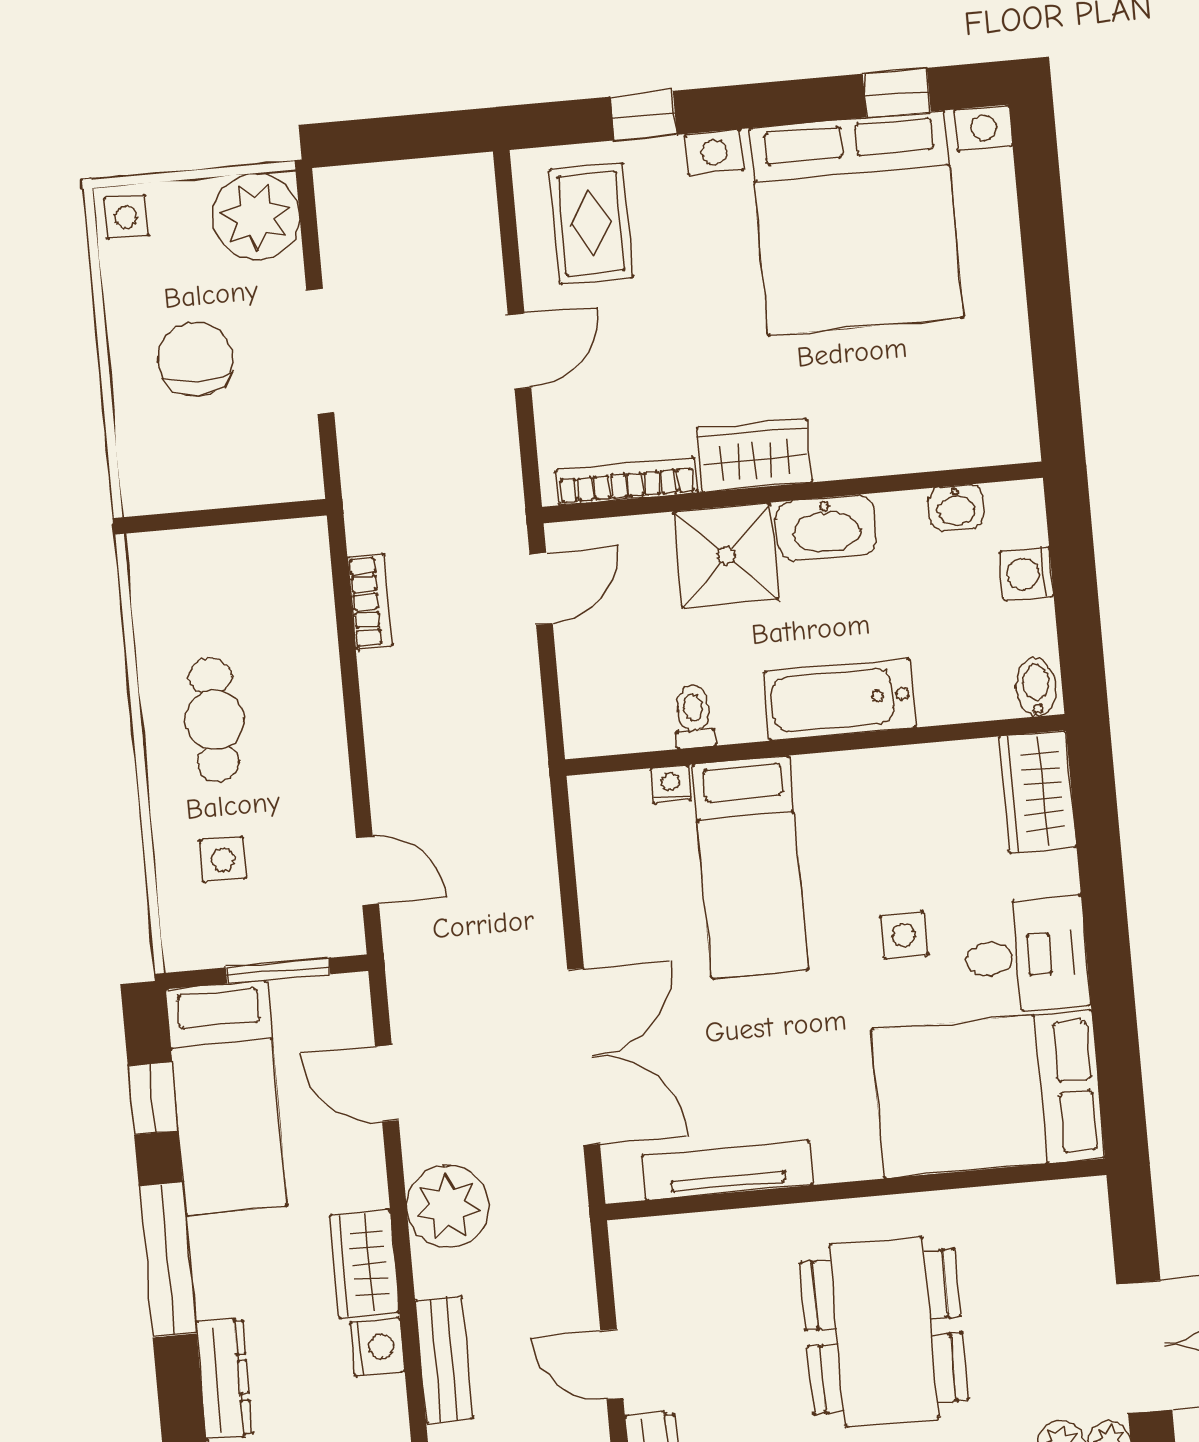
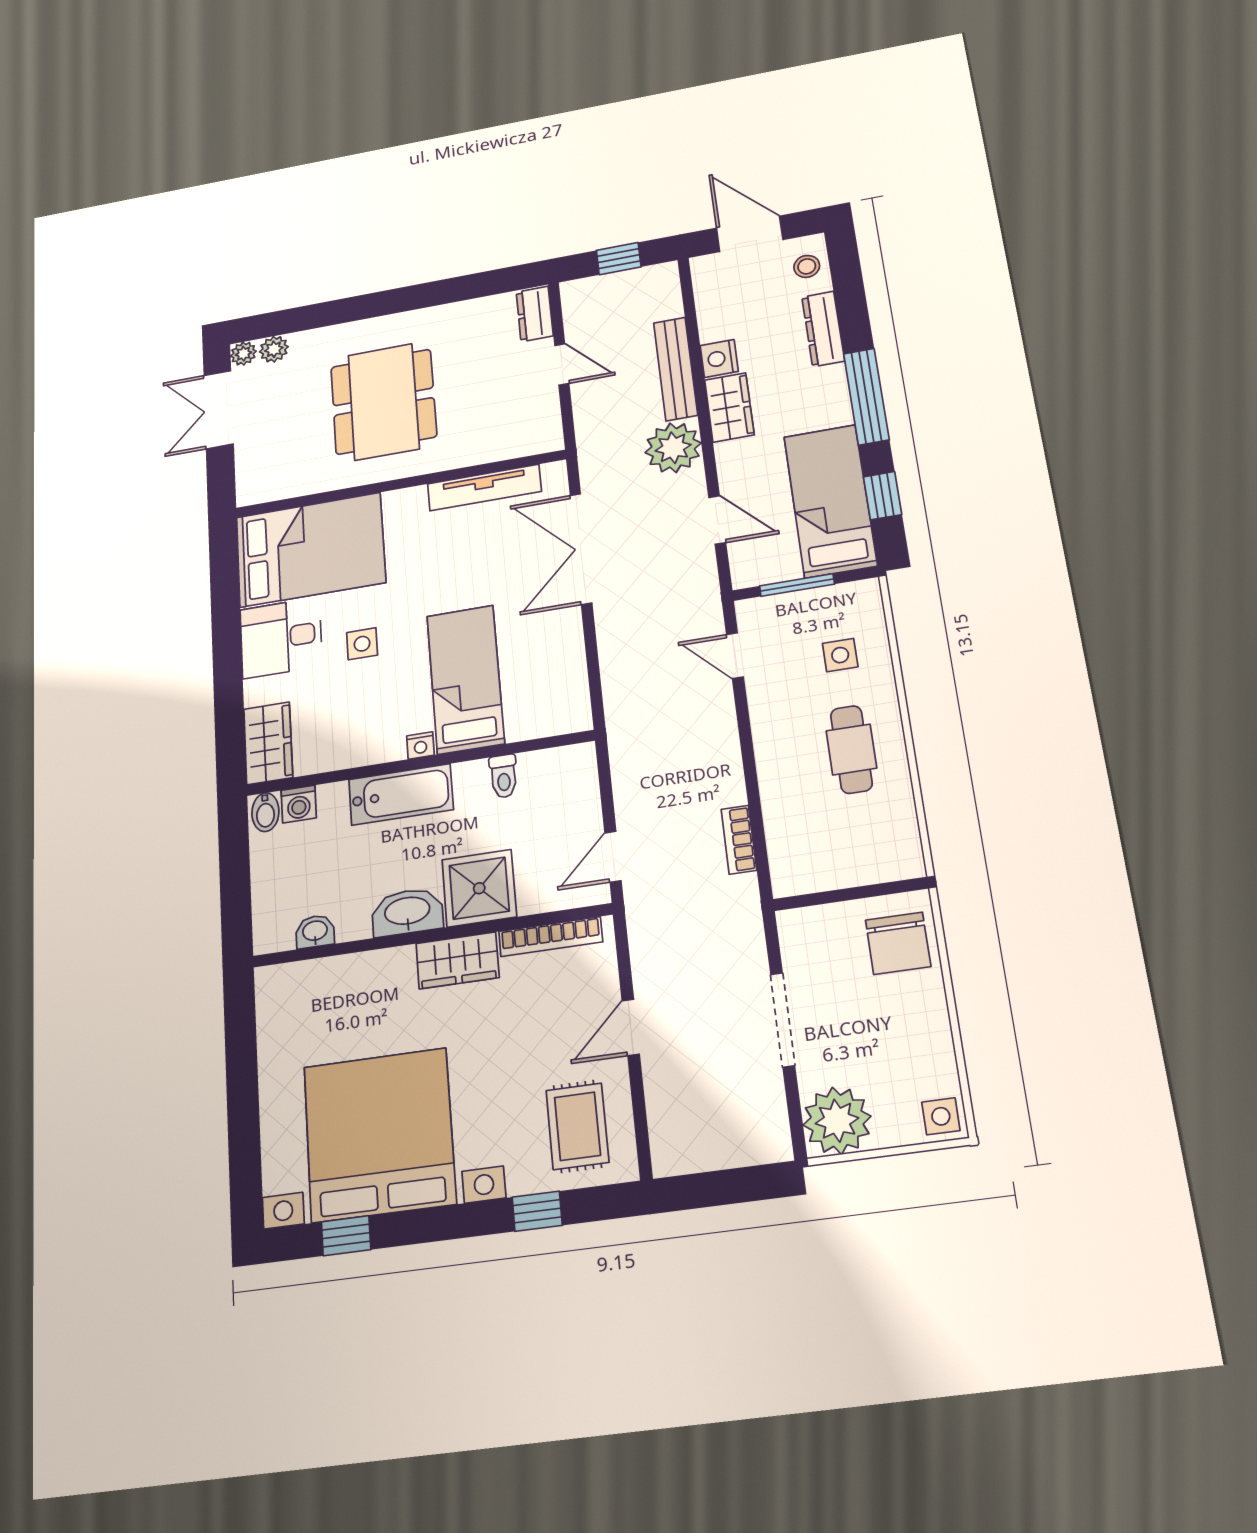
chair: (195, 359) -> (898, 943), moved
washing machine: (1027, 574) -> (299, 804), moved, turned 90
nightstand: (671, 784) -> (420, 745), moved
bench: (444, 1359) -> (676, 369), width x1.36

